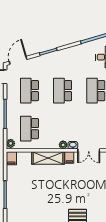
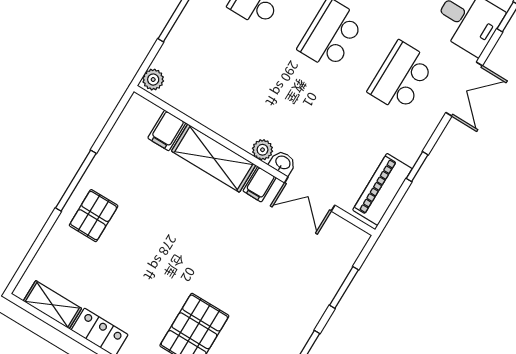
school desk: (29, 129) -> (212, 72), removed
filing cabinet: (11, 158) -> (167, 130), moved
pallet: (18, 203) -> (94, 216), added

